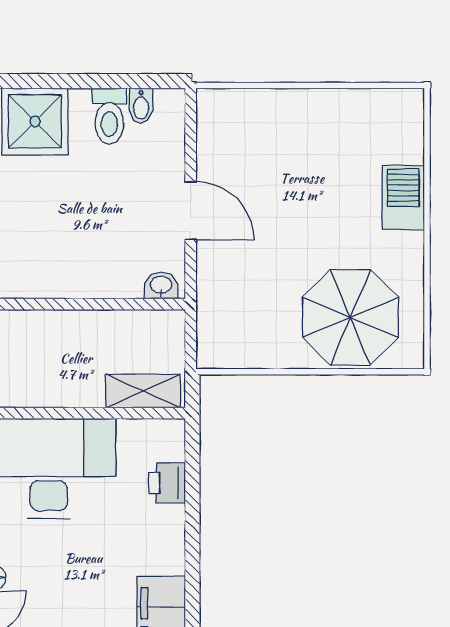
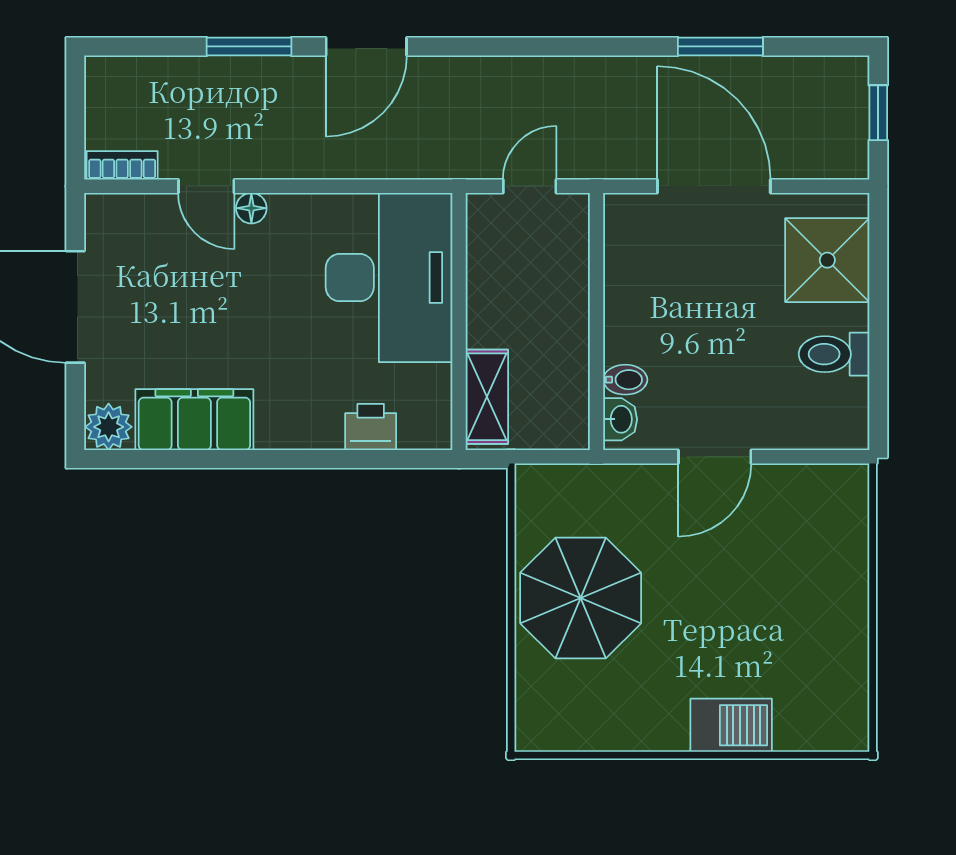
bidet: (141, 106) -> (625, 380), moved, turned 180
parasol: (350, 317) -> (581, 598), moved

